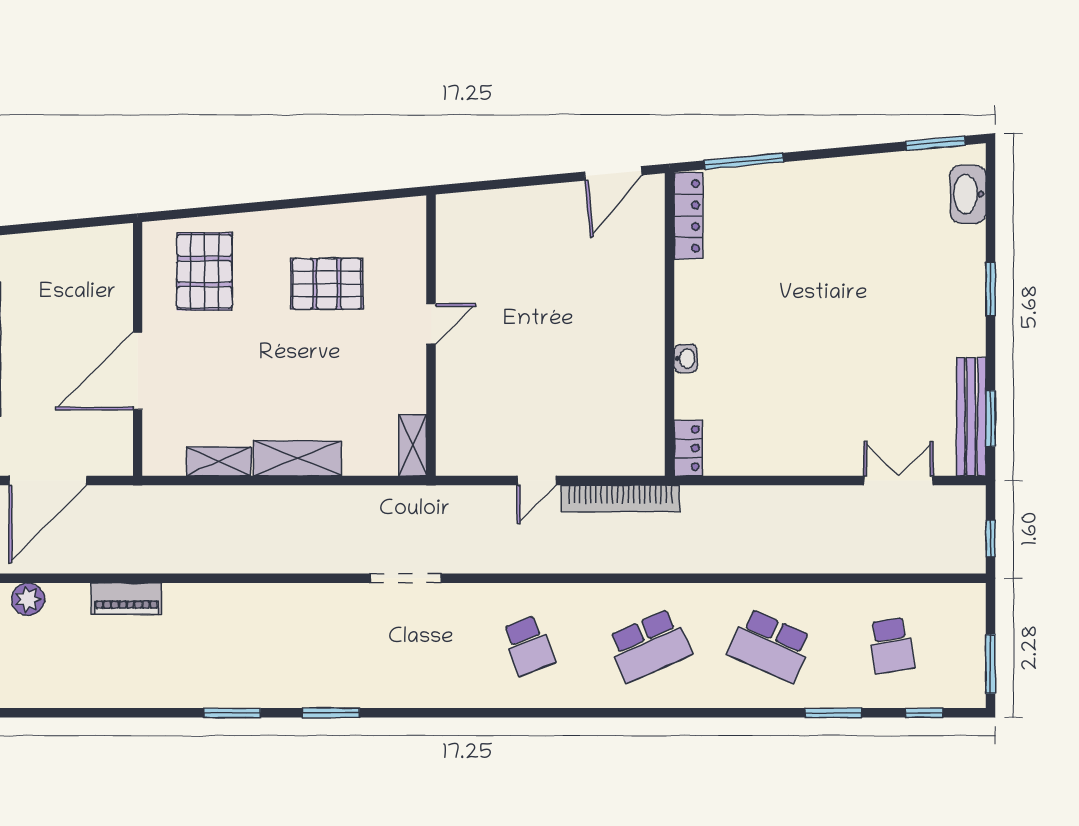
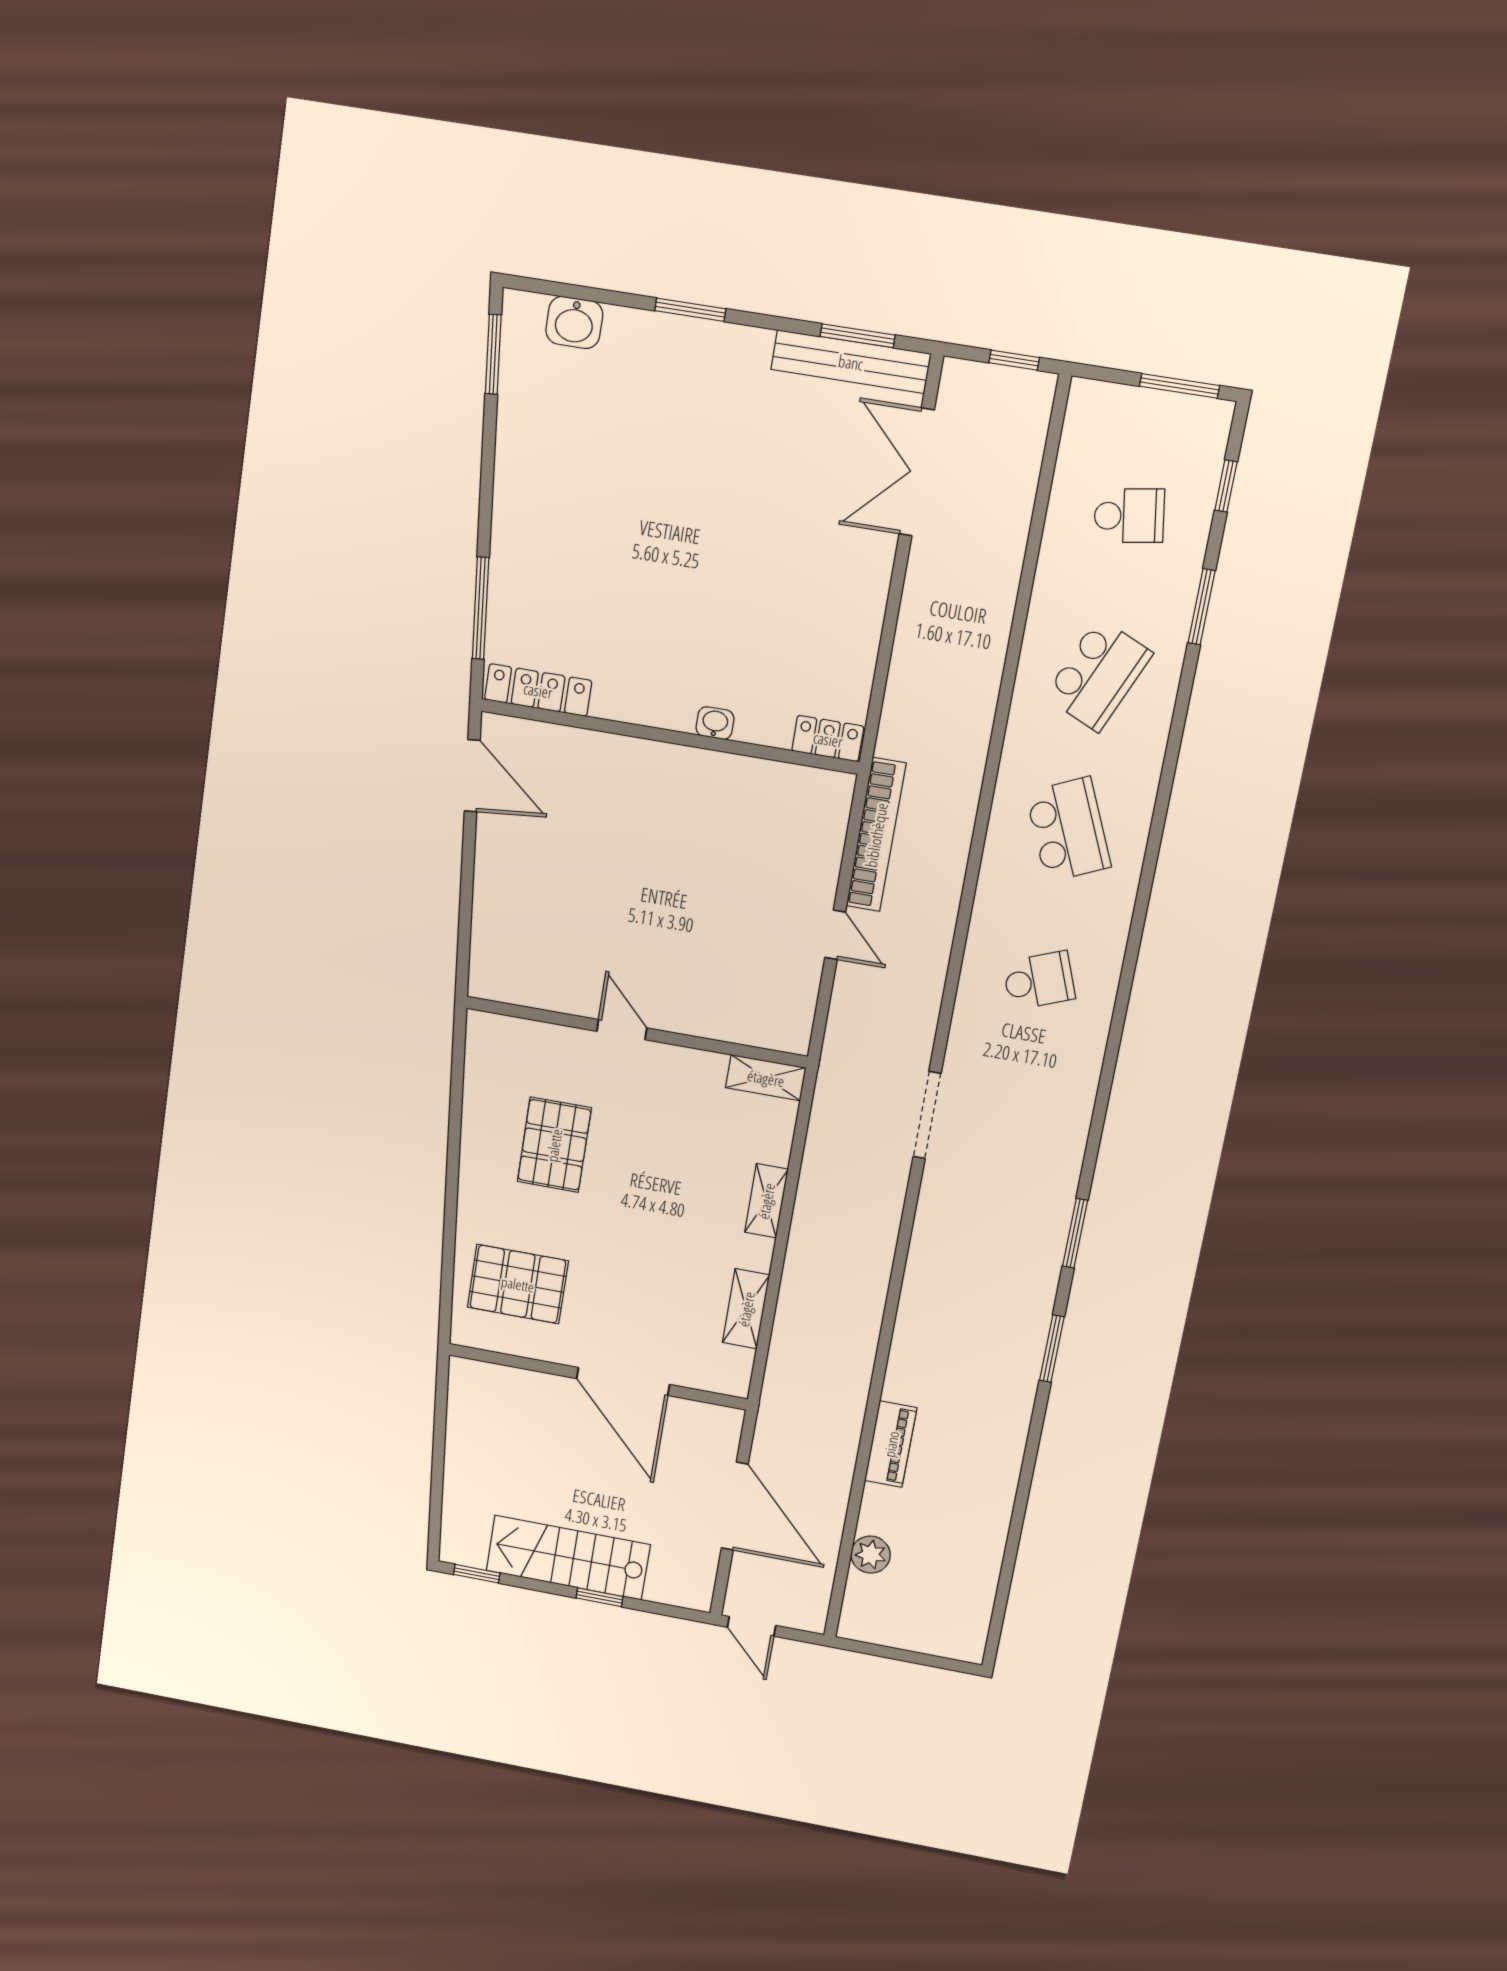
washbasin: (968, 194) -> (574, 322), width x0.72
shelving: (297, 458) -> (766, 1201), width x0.67, depth x0.75
double door: (898, 481) -> (917, 472), width x1.37

